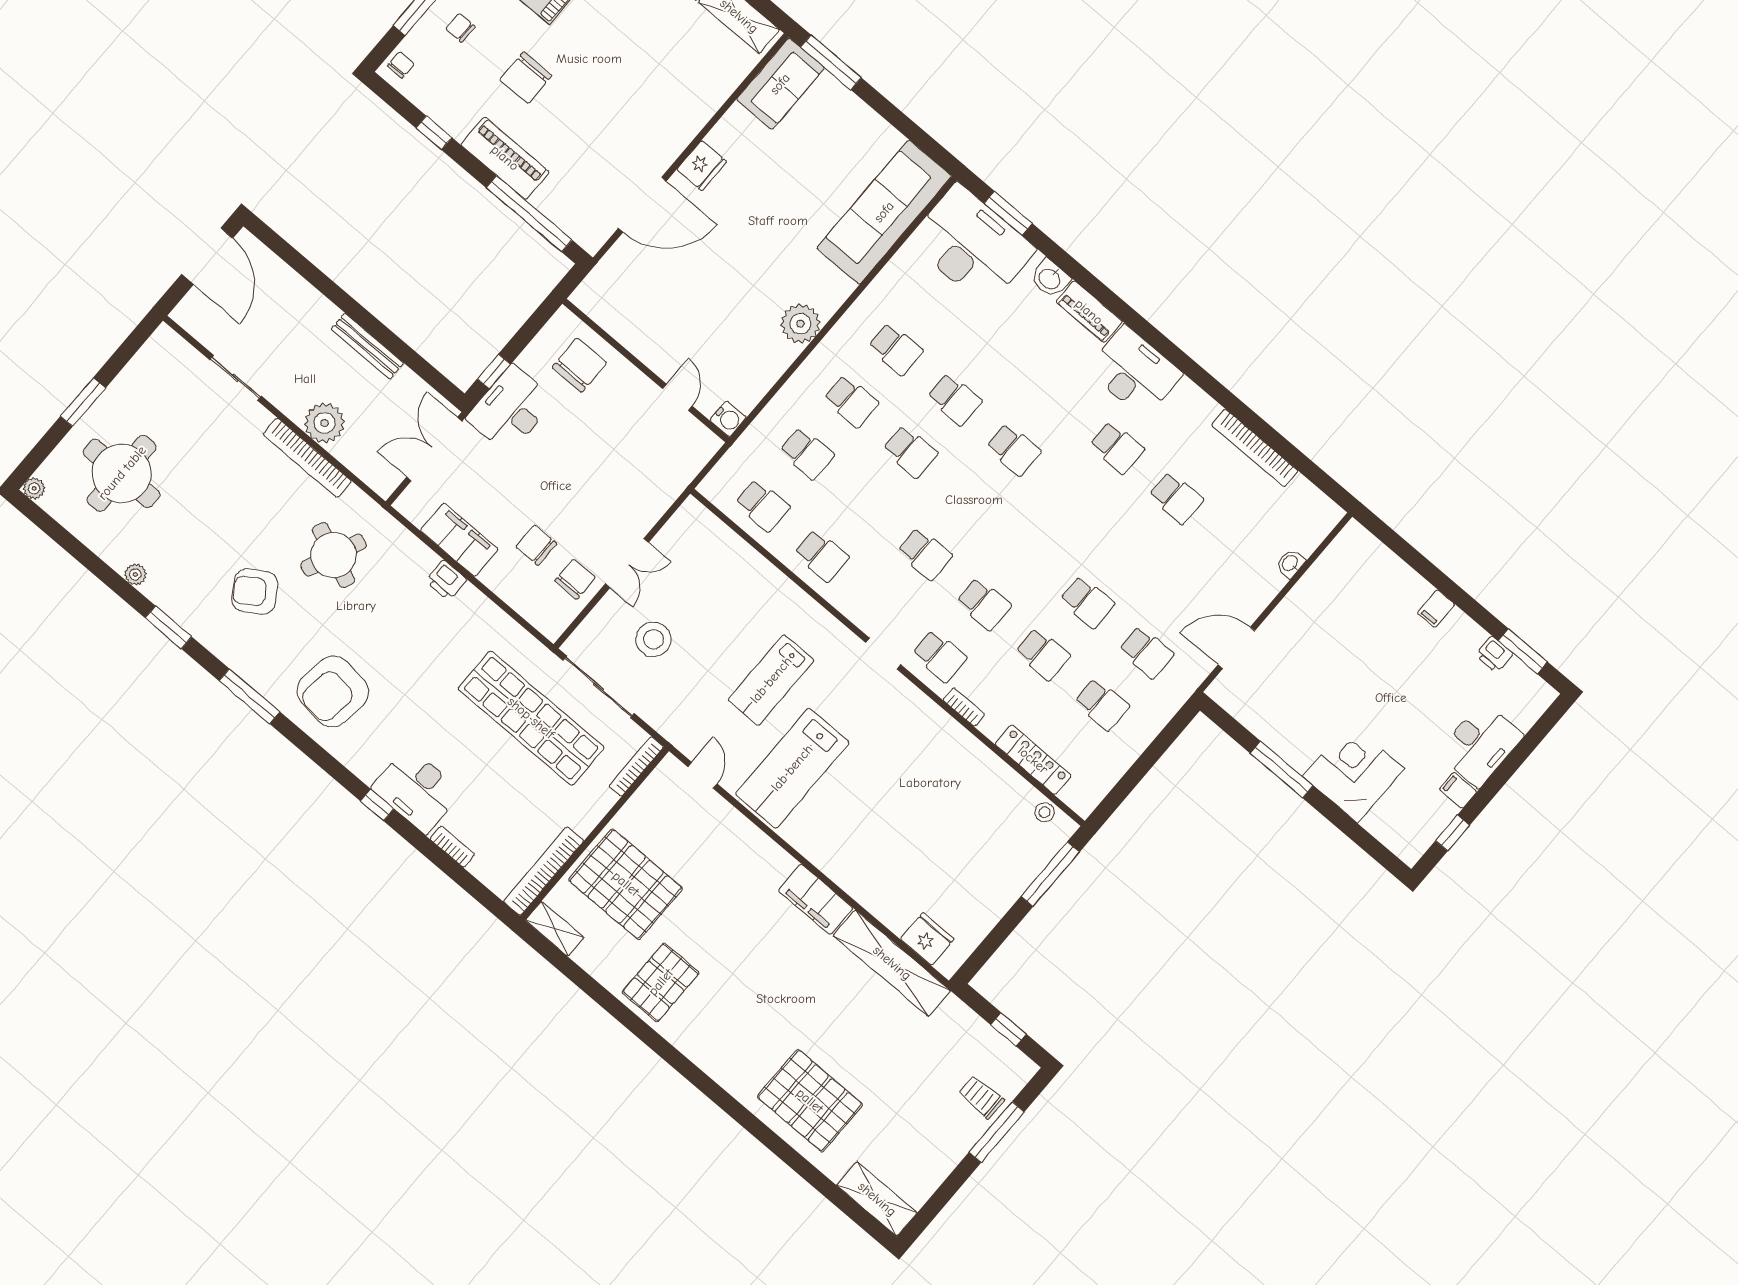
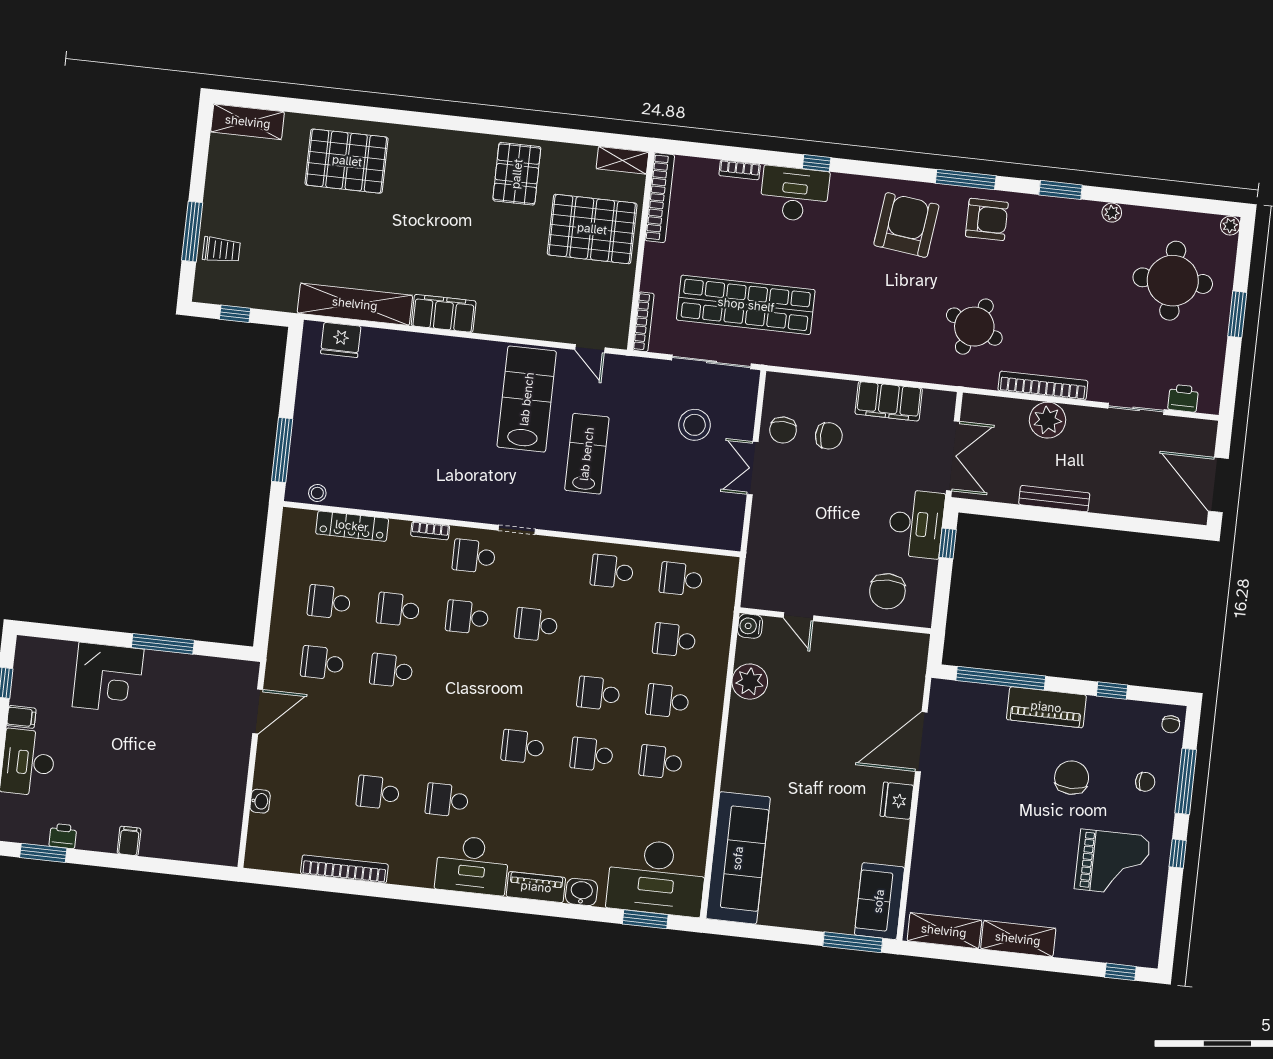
plant: (800, 324) -> (750, 682), moved
printer: (446, 580) -> (1183, 398), moved
armchair: (255, 592) -> (987, 219), moved, turned 33

